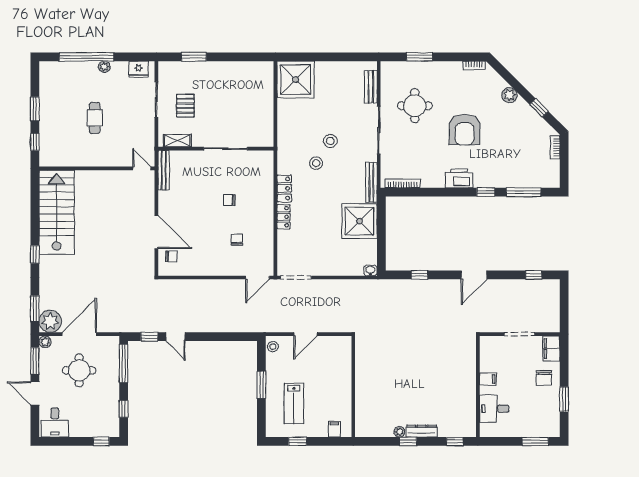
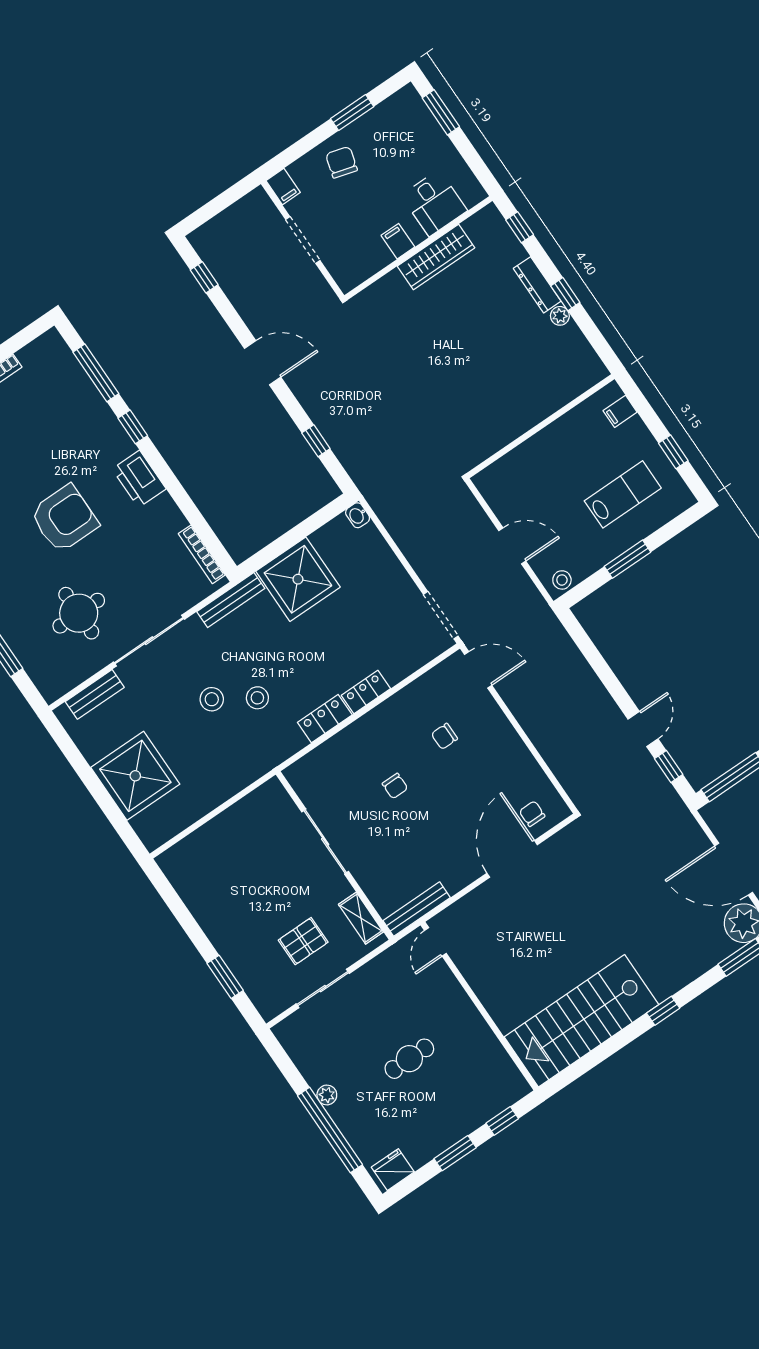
fridge: (138, 69) -> (393, 1170), moved, turned -90
shower: (296, 80) -> (135, 776), moved
filing cabinet: (551, 349) -> (283, 187), width x0.50
chair: (544, 378) -> (341, 162), turned -74
wardrobe: (468, 392) -> (436, 257), added

